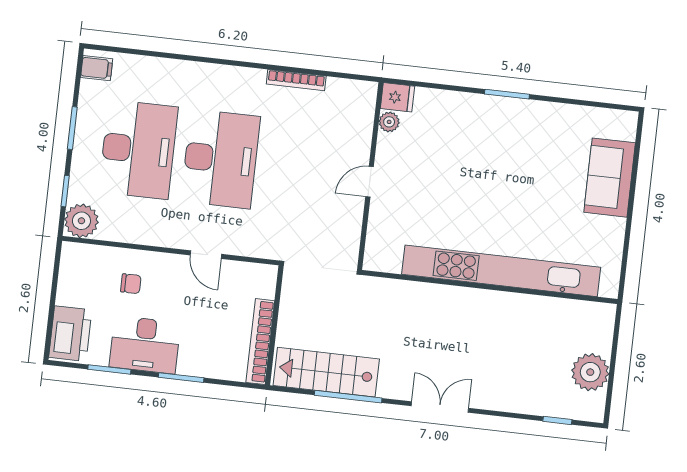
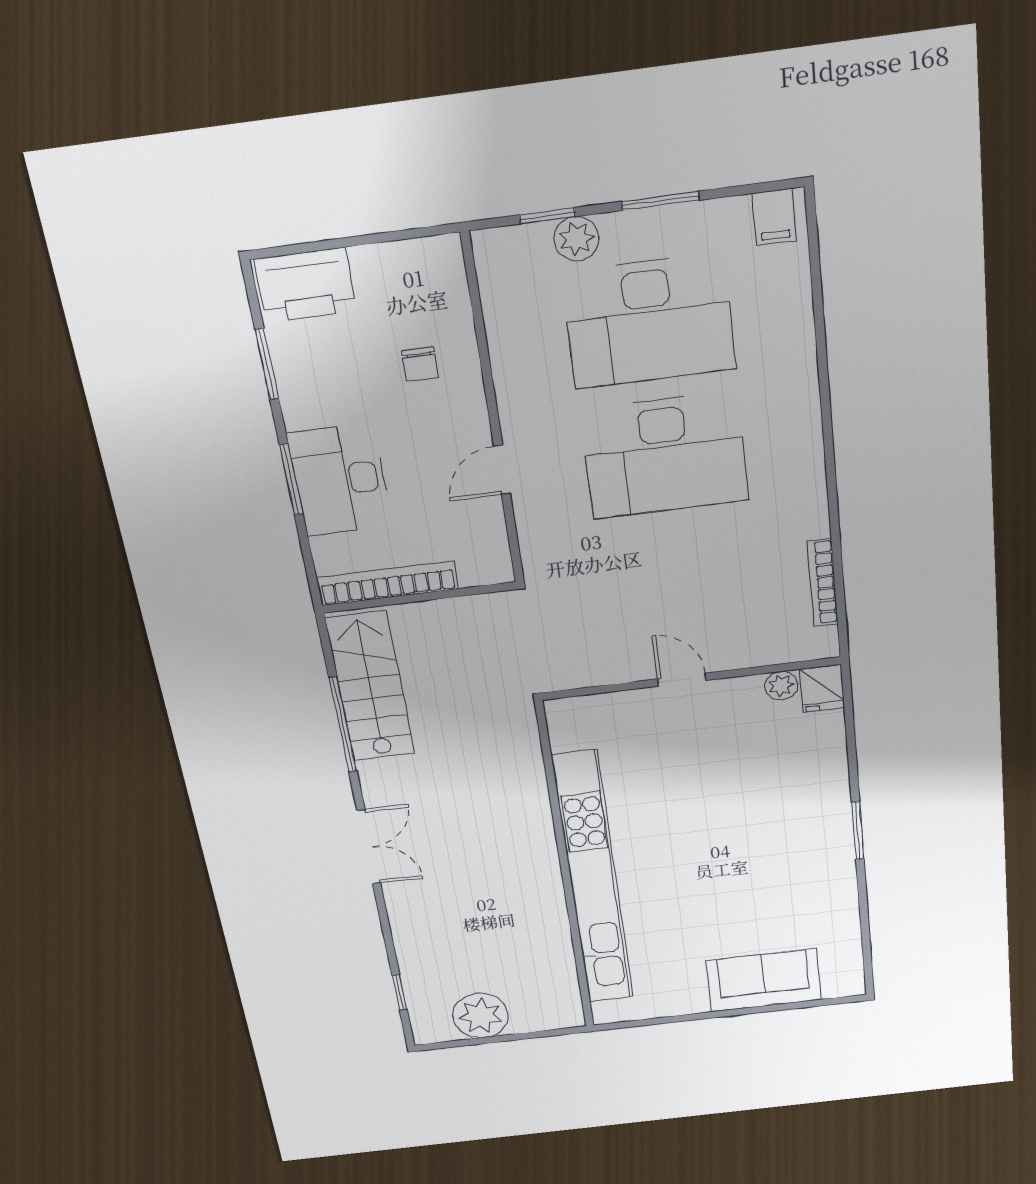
bookcase: (296, 80) -> (823, 583), moved
plant: (81, 221) -> (576, 239), moved, width x0.73, depth x0.73
desk: (145, 345) -> (340, 480), moved

